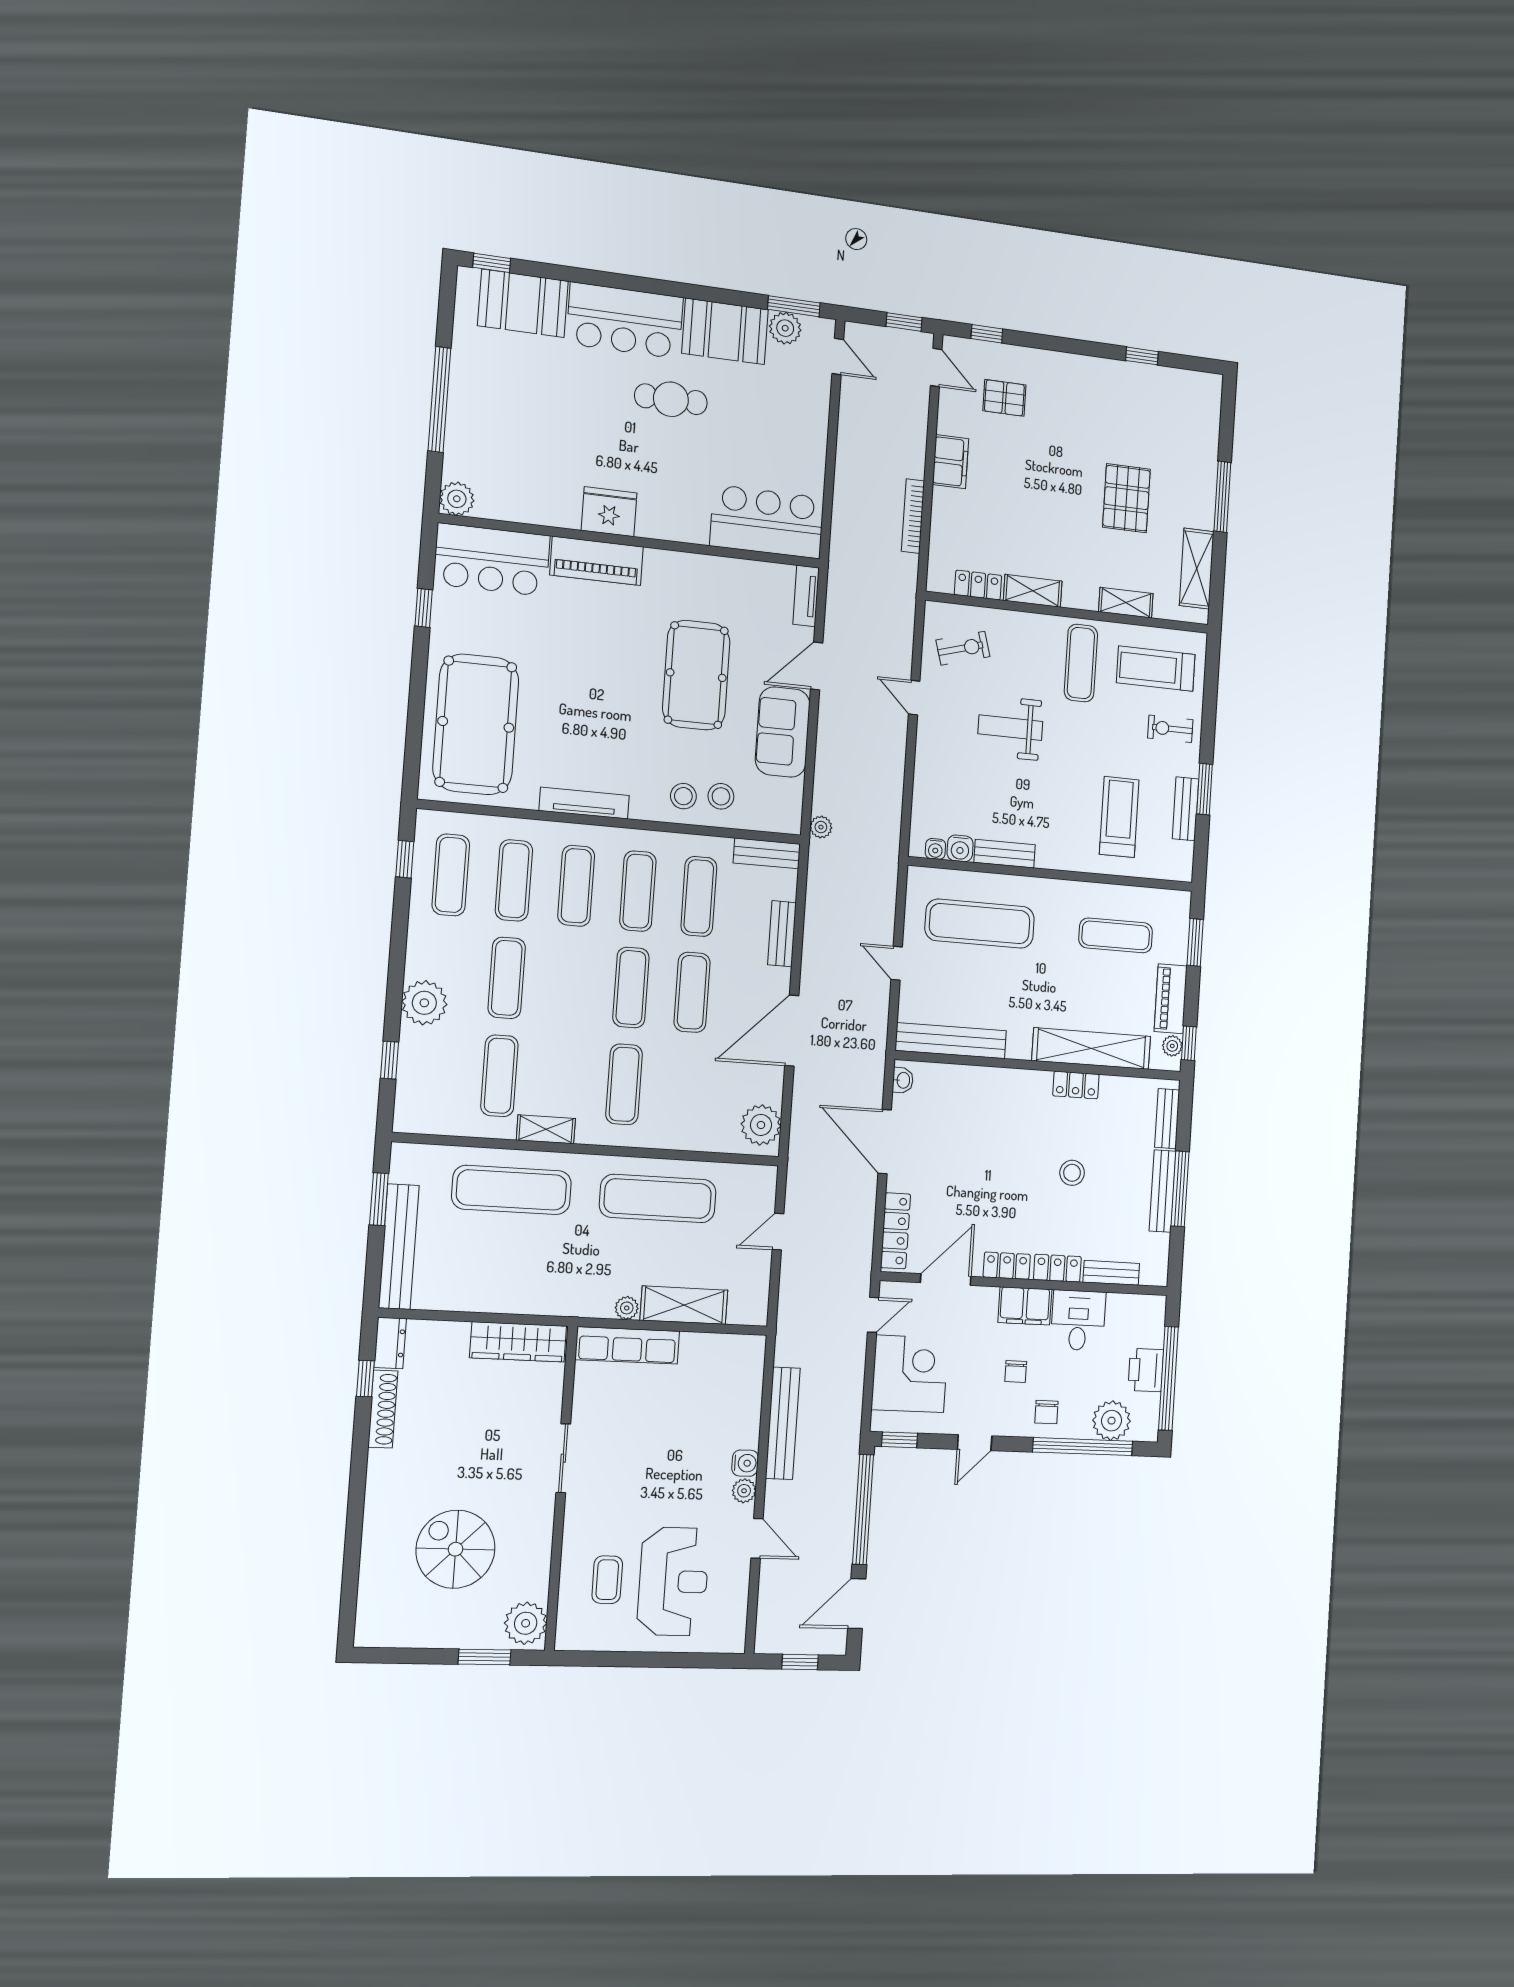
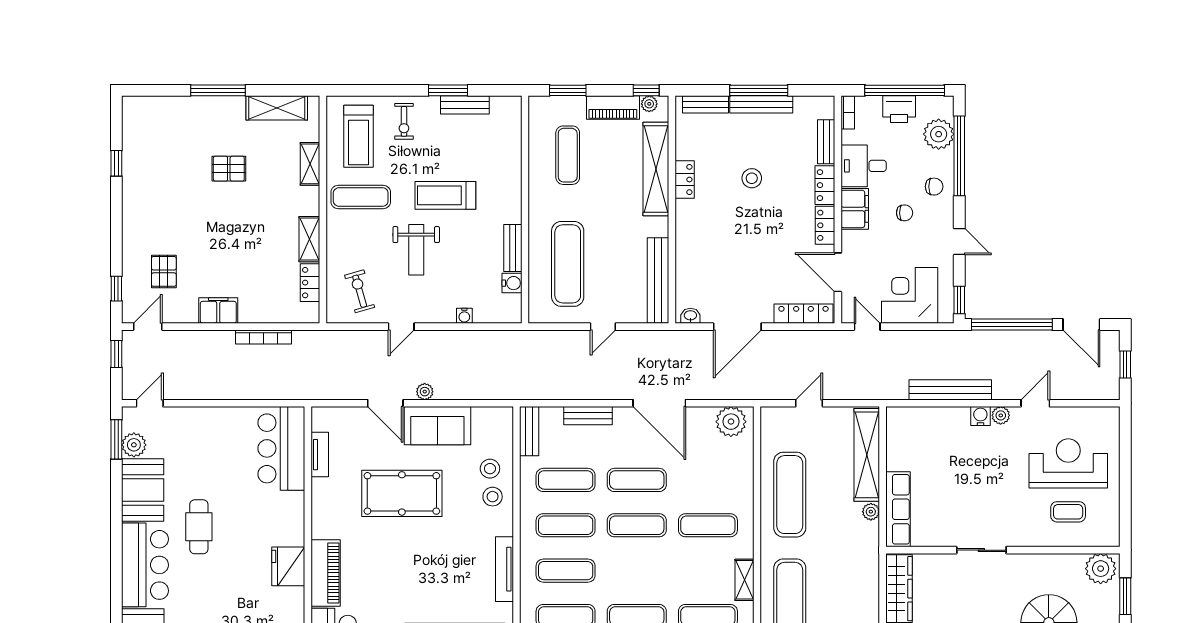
pallet: (1126, 498) -> (229, 169), width x0.67, depth x0.71
tv unit: (806, 596) -> (320, 455), moved, turned -90
treadmill: (1119, 817) -> (445, 195), moved
plant: (821, 827) -> (425, 392), moved
water cooler: (935, 849) -> (464, 316), moved, turned 90
door: (778, 1232) -> (809, 403), swing flipped
bookcase: (1146, 1303) -> (848, 112), added
shelving: (684, 1305) -> (867, 455), width x1.47

